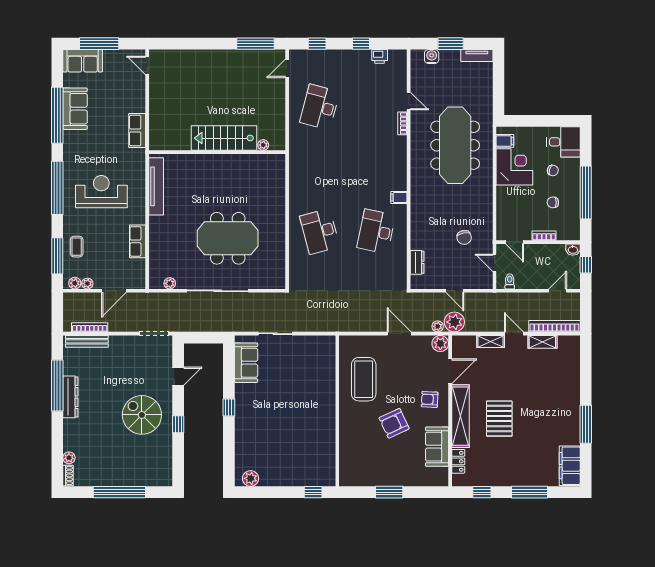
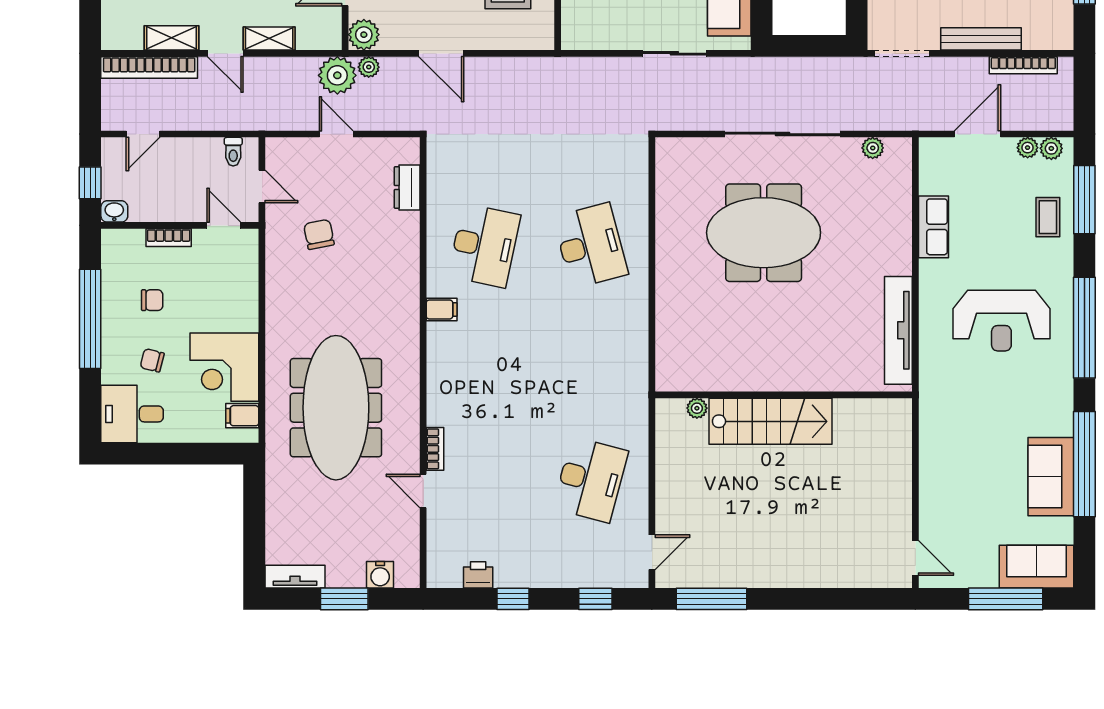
row of seats: (137, 130) -> (934, 435), removed
bench: (87, 341) -> (981, 39), moved

